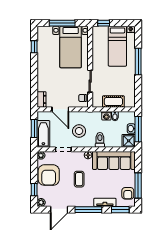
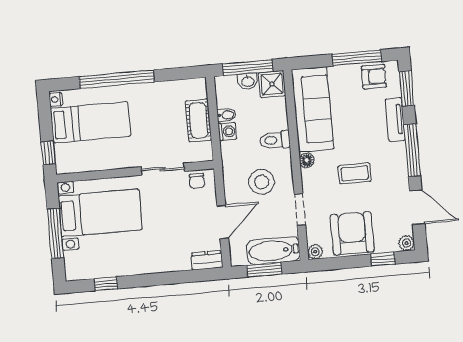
window: (138, 62) -> (117, 79), width x1.46
armchair: (49, 175) -> (352, 233), turned -90

